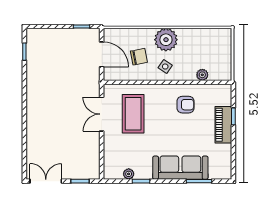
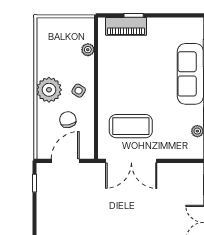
armchair: (186, 105) -> (121, 68), removed
double door: (102, 114) -> (131, 161), width x1.37
piano: (223, 125) -> (126, 26), moved

